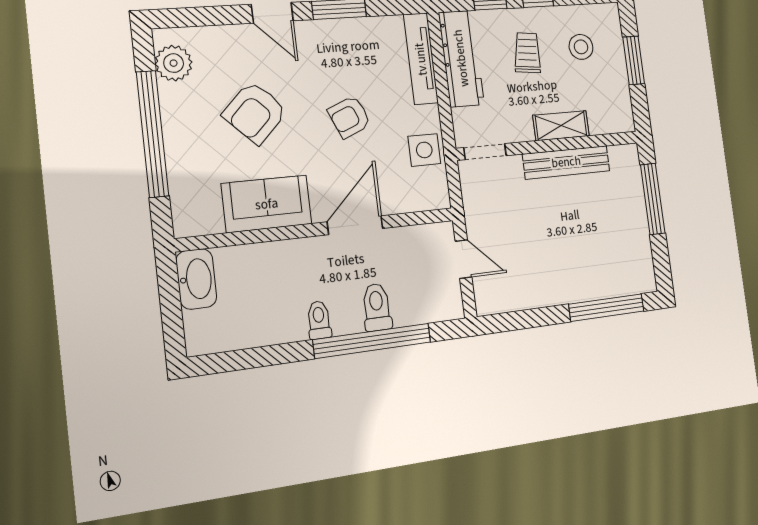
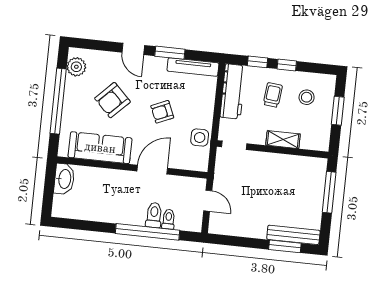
tv unit: (421, 59) -> (193, 67), moved, turned -90
bench: (566, 162) -> (293, 235), moved
sofa: (267, 204) -> (100, 148), width x1.36
window: (606, 308) -> (285, 246), width x0.69
toilet: (319, 320) -> (169, 219), moved

